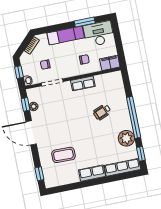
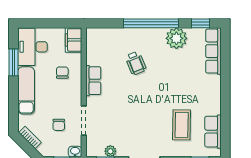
row of seats: (92, 173) -> (213, 132), moved

